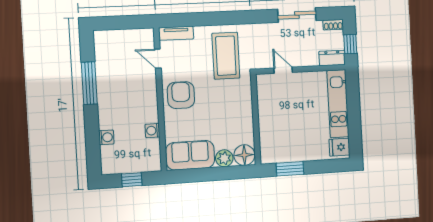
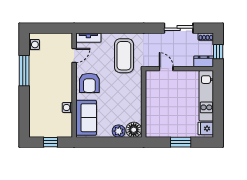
door: (158, 59) -> (74, 55), swing flipped
armchair: (181, 95) -> (89, 83), turned 180
washing machine: (106, 137) -> (34, 45), moved
sofa: (190, 155) -> (86, 118), moved, turned 90
window: (290, 169) -> (181, 142), moved

